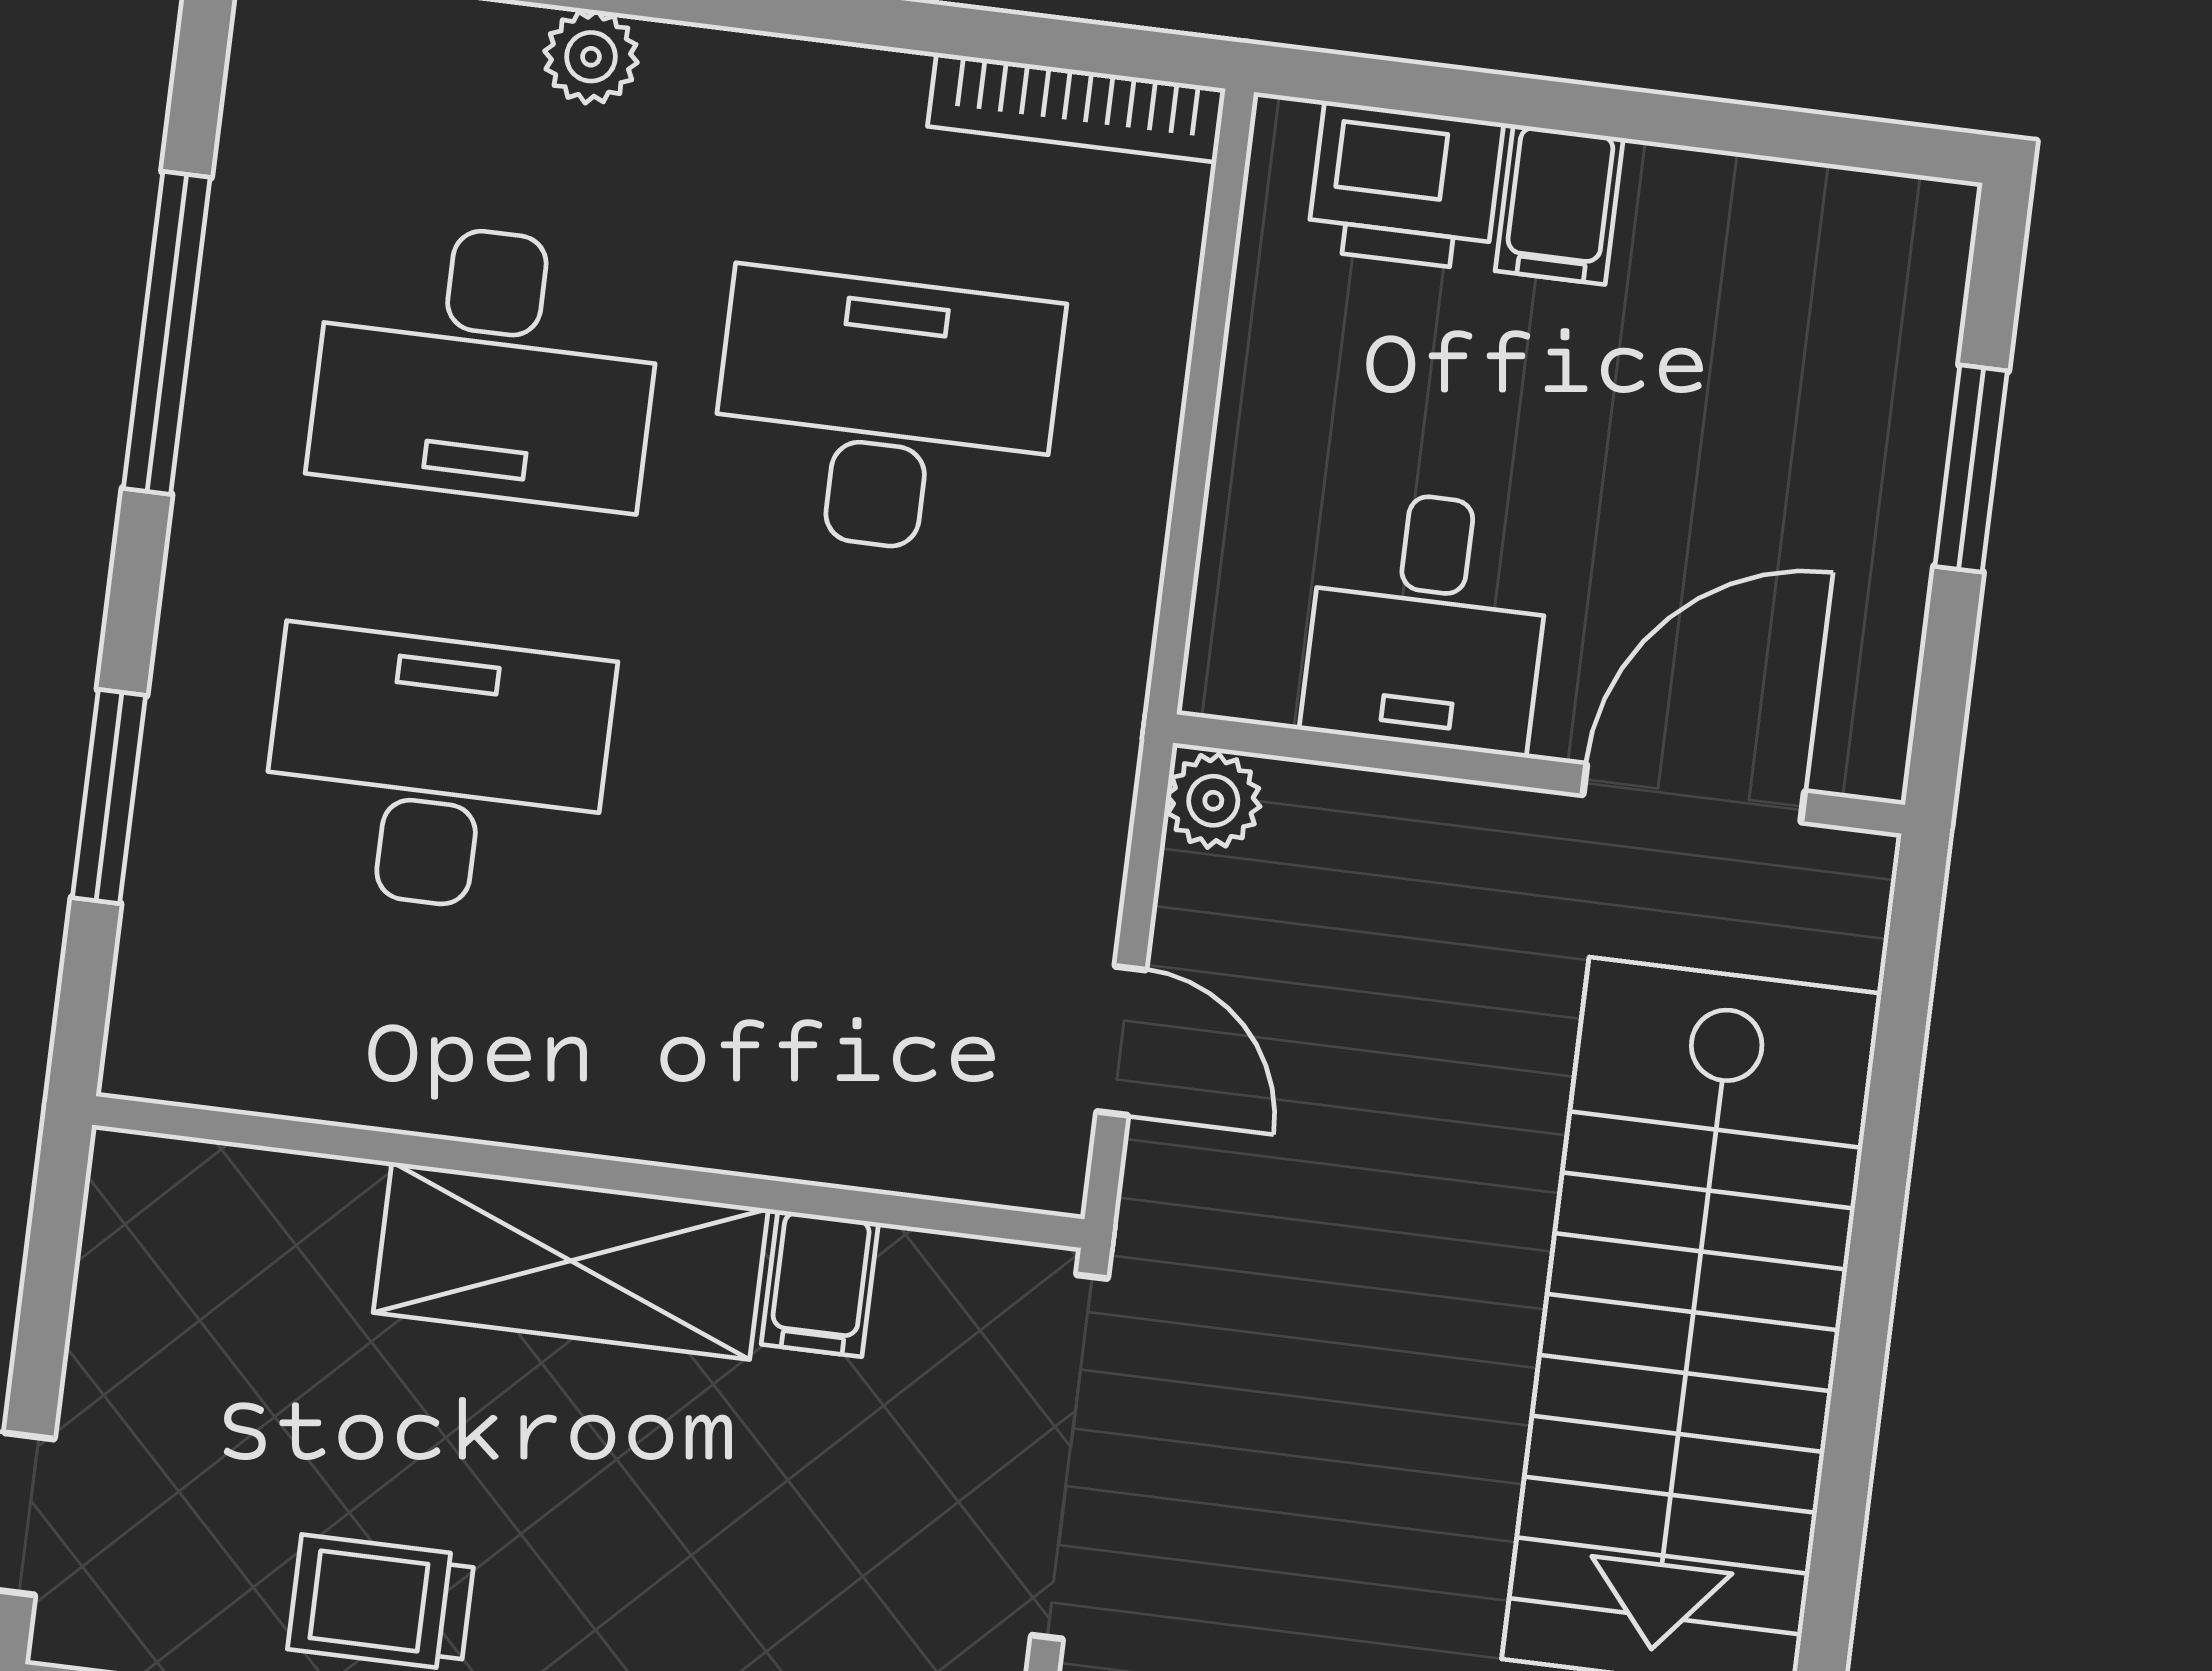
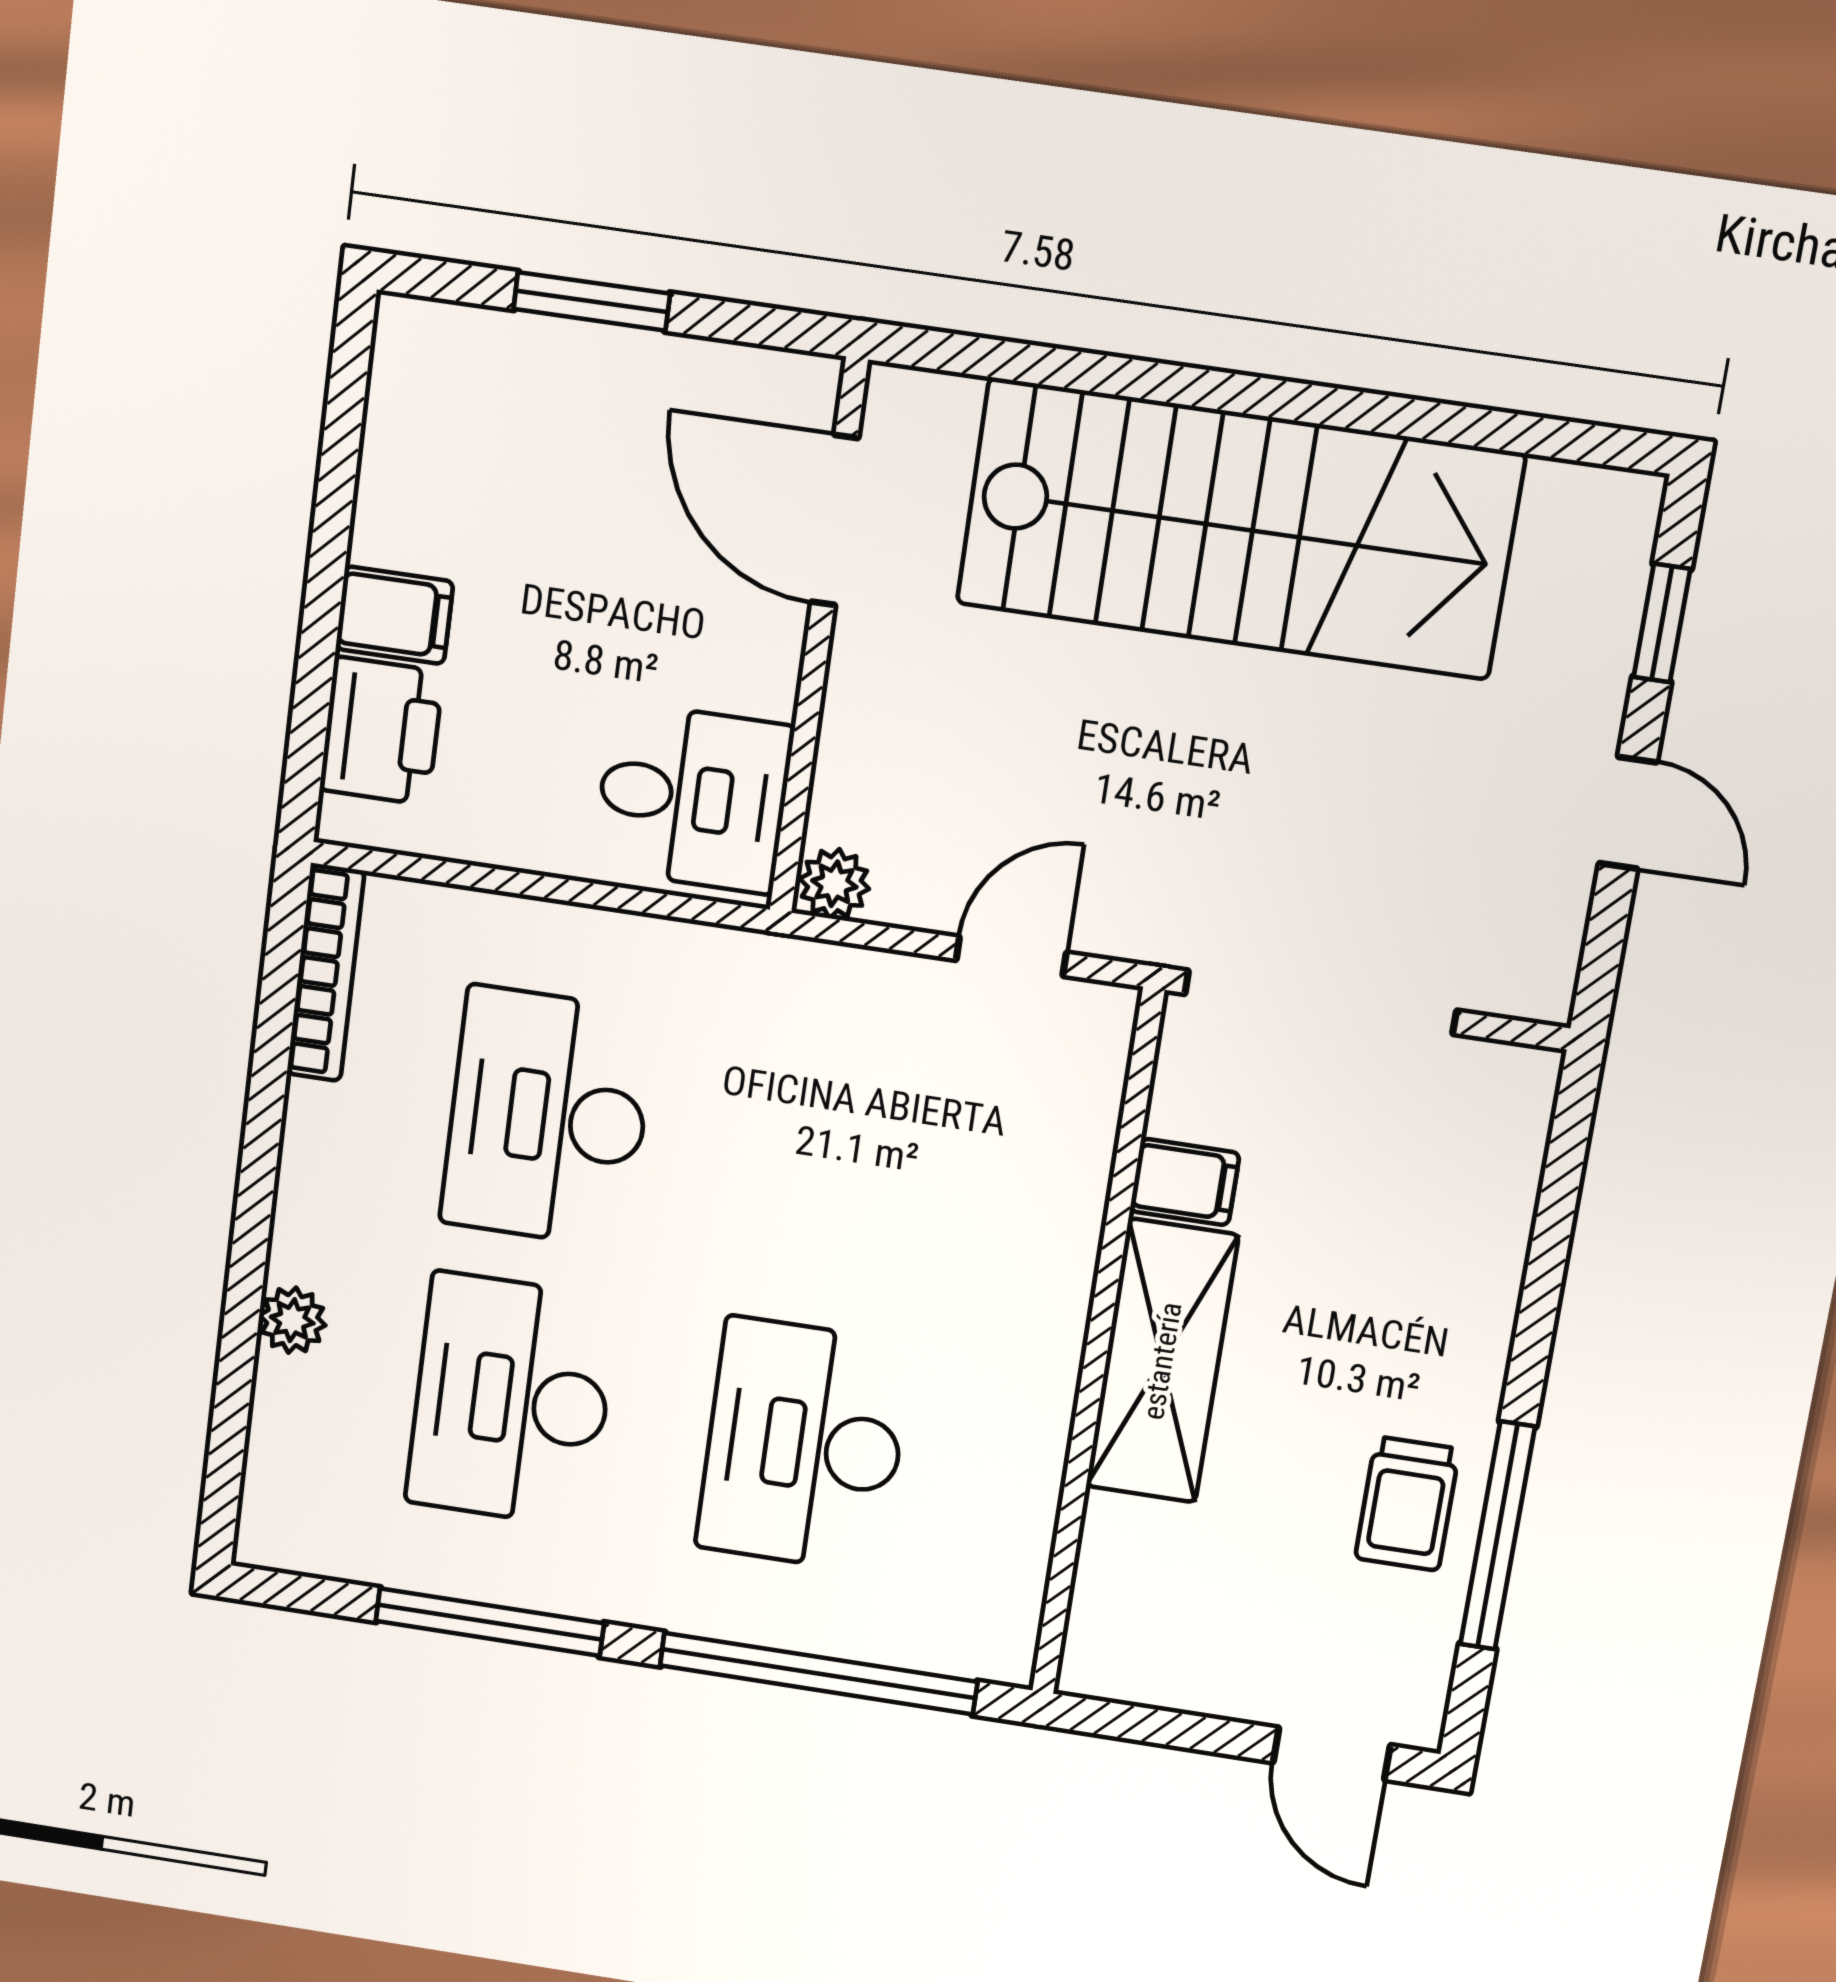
desk: (487, 364) -> (512, 1400), turned 180
desk: (1428, 621) -> (693, 798), moved
window: (109, 796) -> (818, 1674), width x2.11

